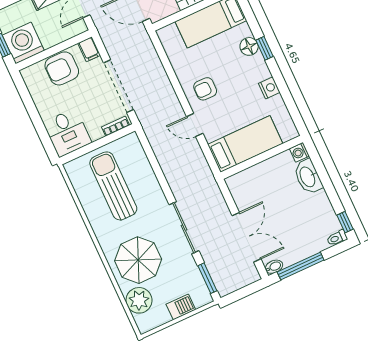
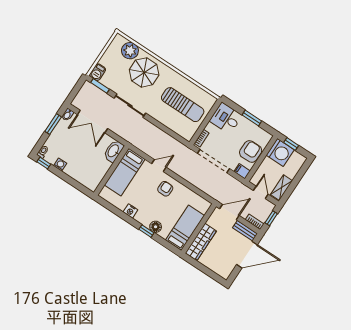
window: (33, 112) -> (252, 118), added
washing machine: (299, 152) -> (60, 165), moved
washbasin: (308, 177) -> (114, 151), moved, turned -90
window: (301, 266) -> (53, 124), width x0.69
barbecue: (181, 307) -> (98, 72), moved

